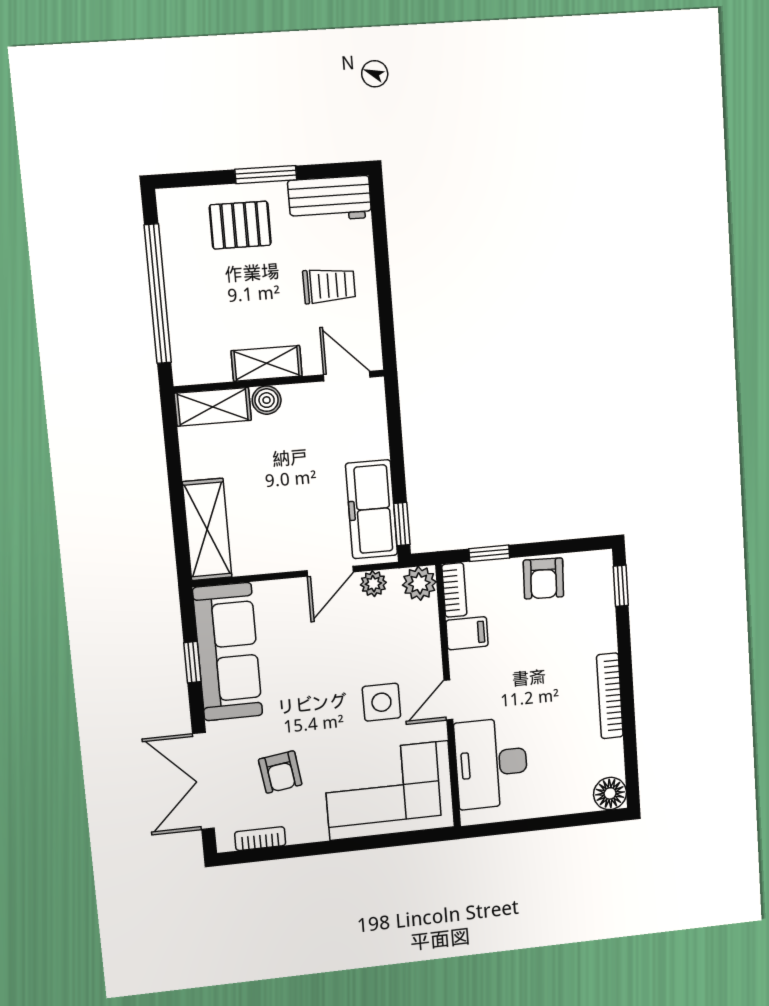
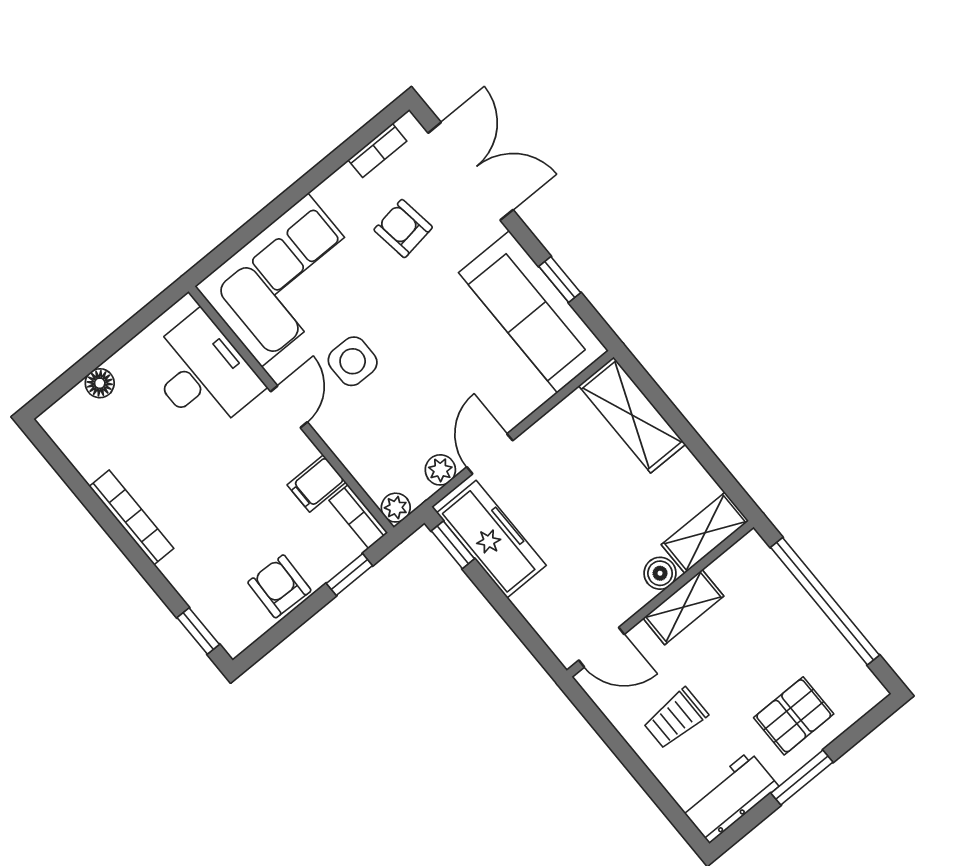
plant: (419, 583) -> (396, 508), width x0.73, depth x0.73
floor lamp: (610, 793) -> (100, 383), moved, width x0.73, depth x0.73

